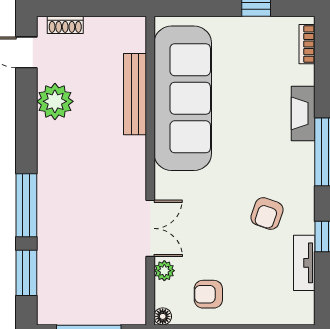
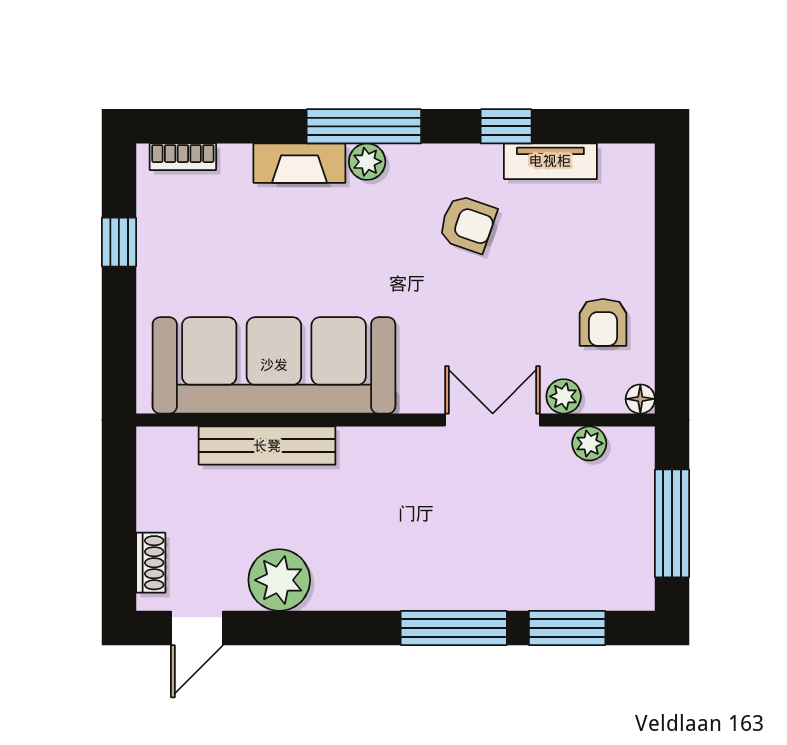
plant: (304, 154) -> (367, 162), added
plant: (136, 286) -> (589, 443), added

